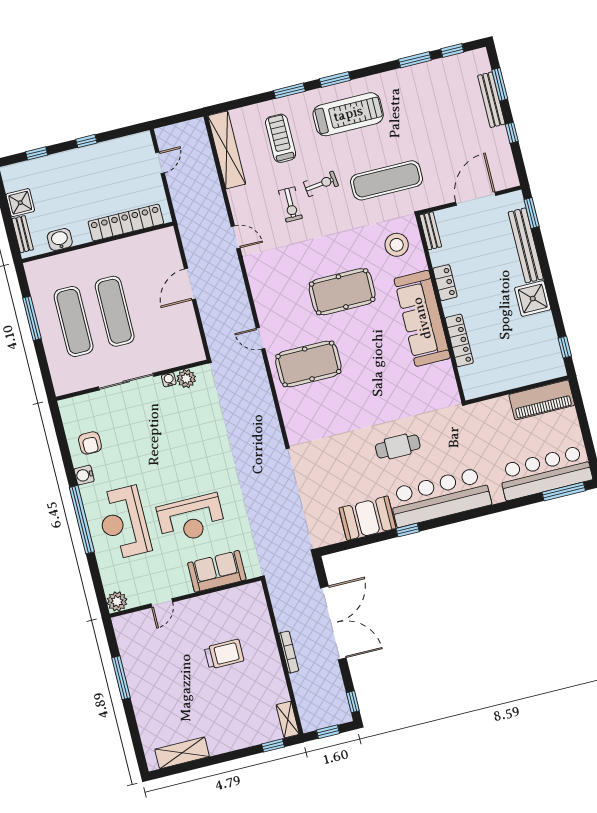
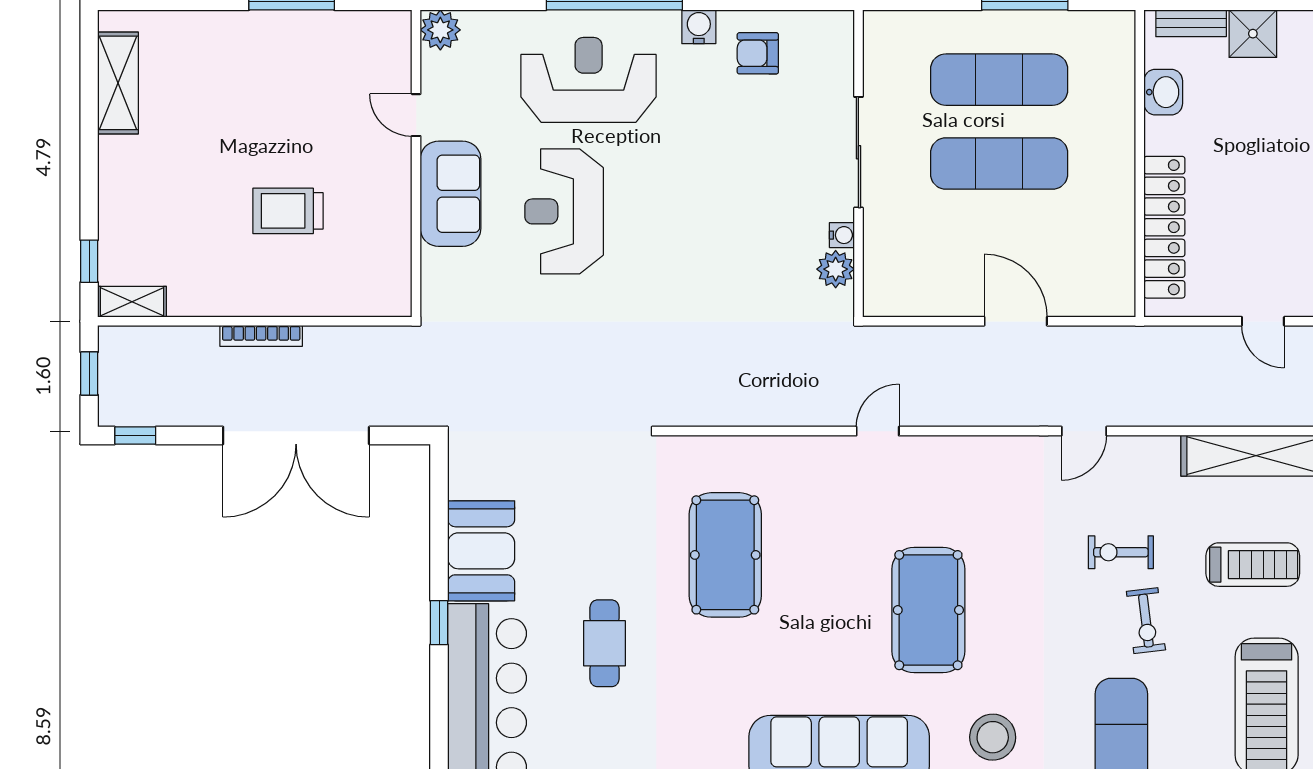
pool table: (308, 364) -> (725, 555), moved
sofa: (217, 571) -> (451, 194), moved
trolley: (224, 654) -> (288, 211), turned 90

